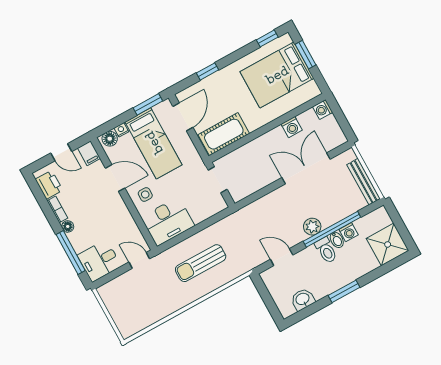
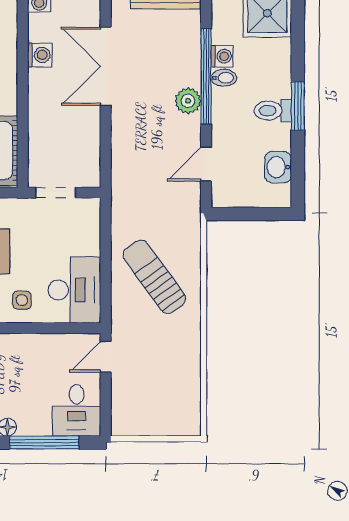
toilet: (326, 250) -> (273, 111), moved, turned 180
sun lounger: (201, 263) -> (154, 277), turned 144

